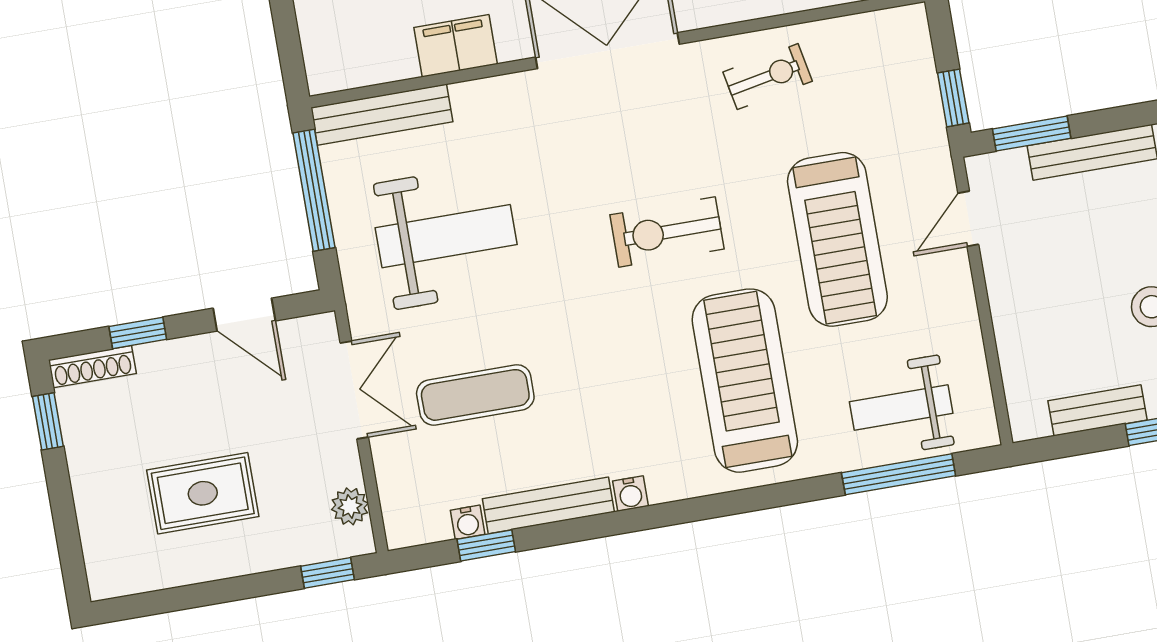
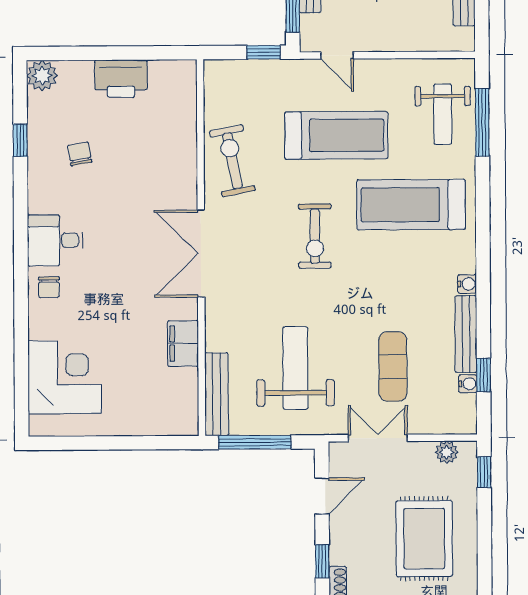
exercise bike: (768, 77) -> (232, 161), width x1.38, depth x1.39
rug: (203, 493) -> (424, 539), width x1.36, depth x1.43

